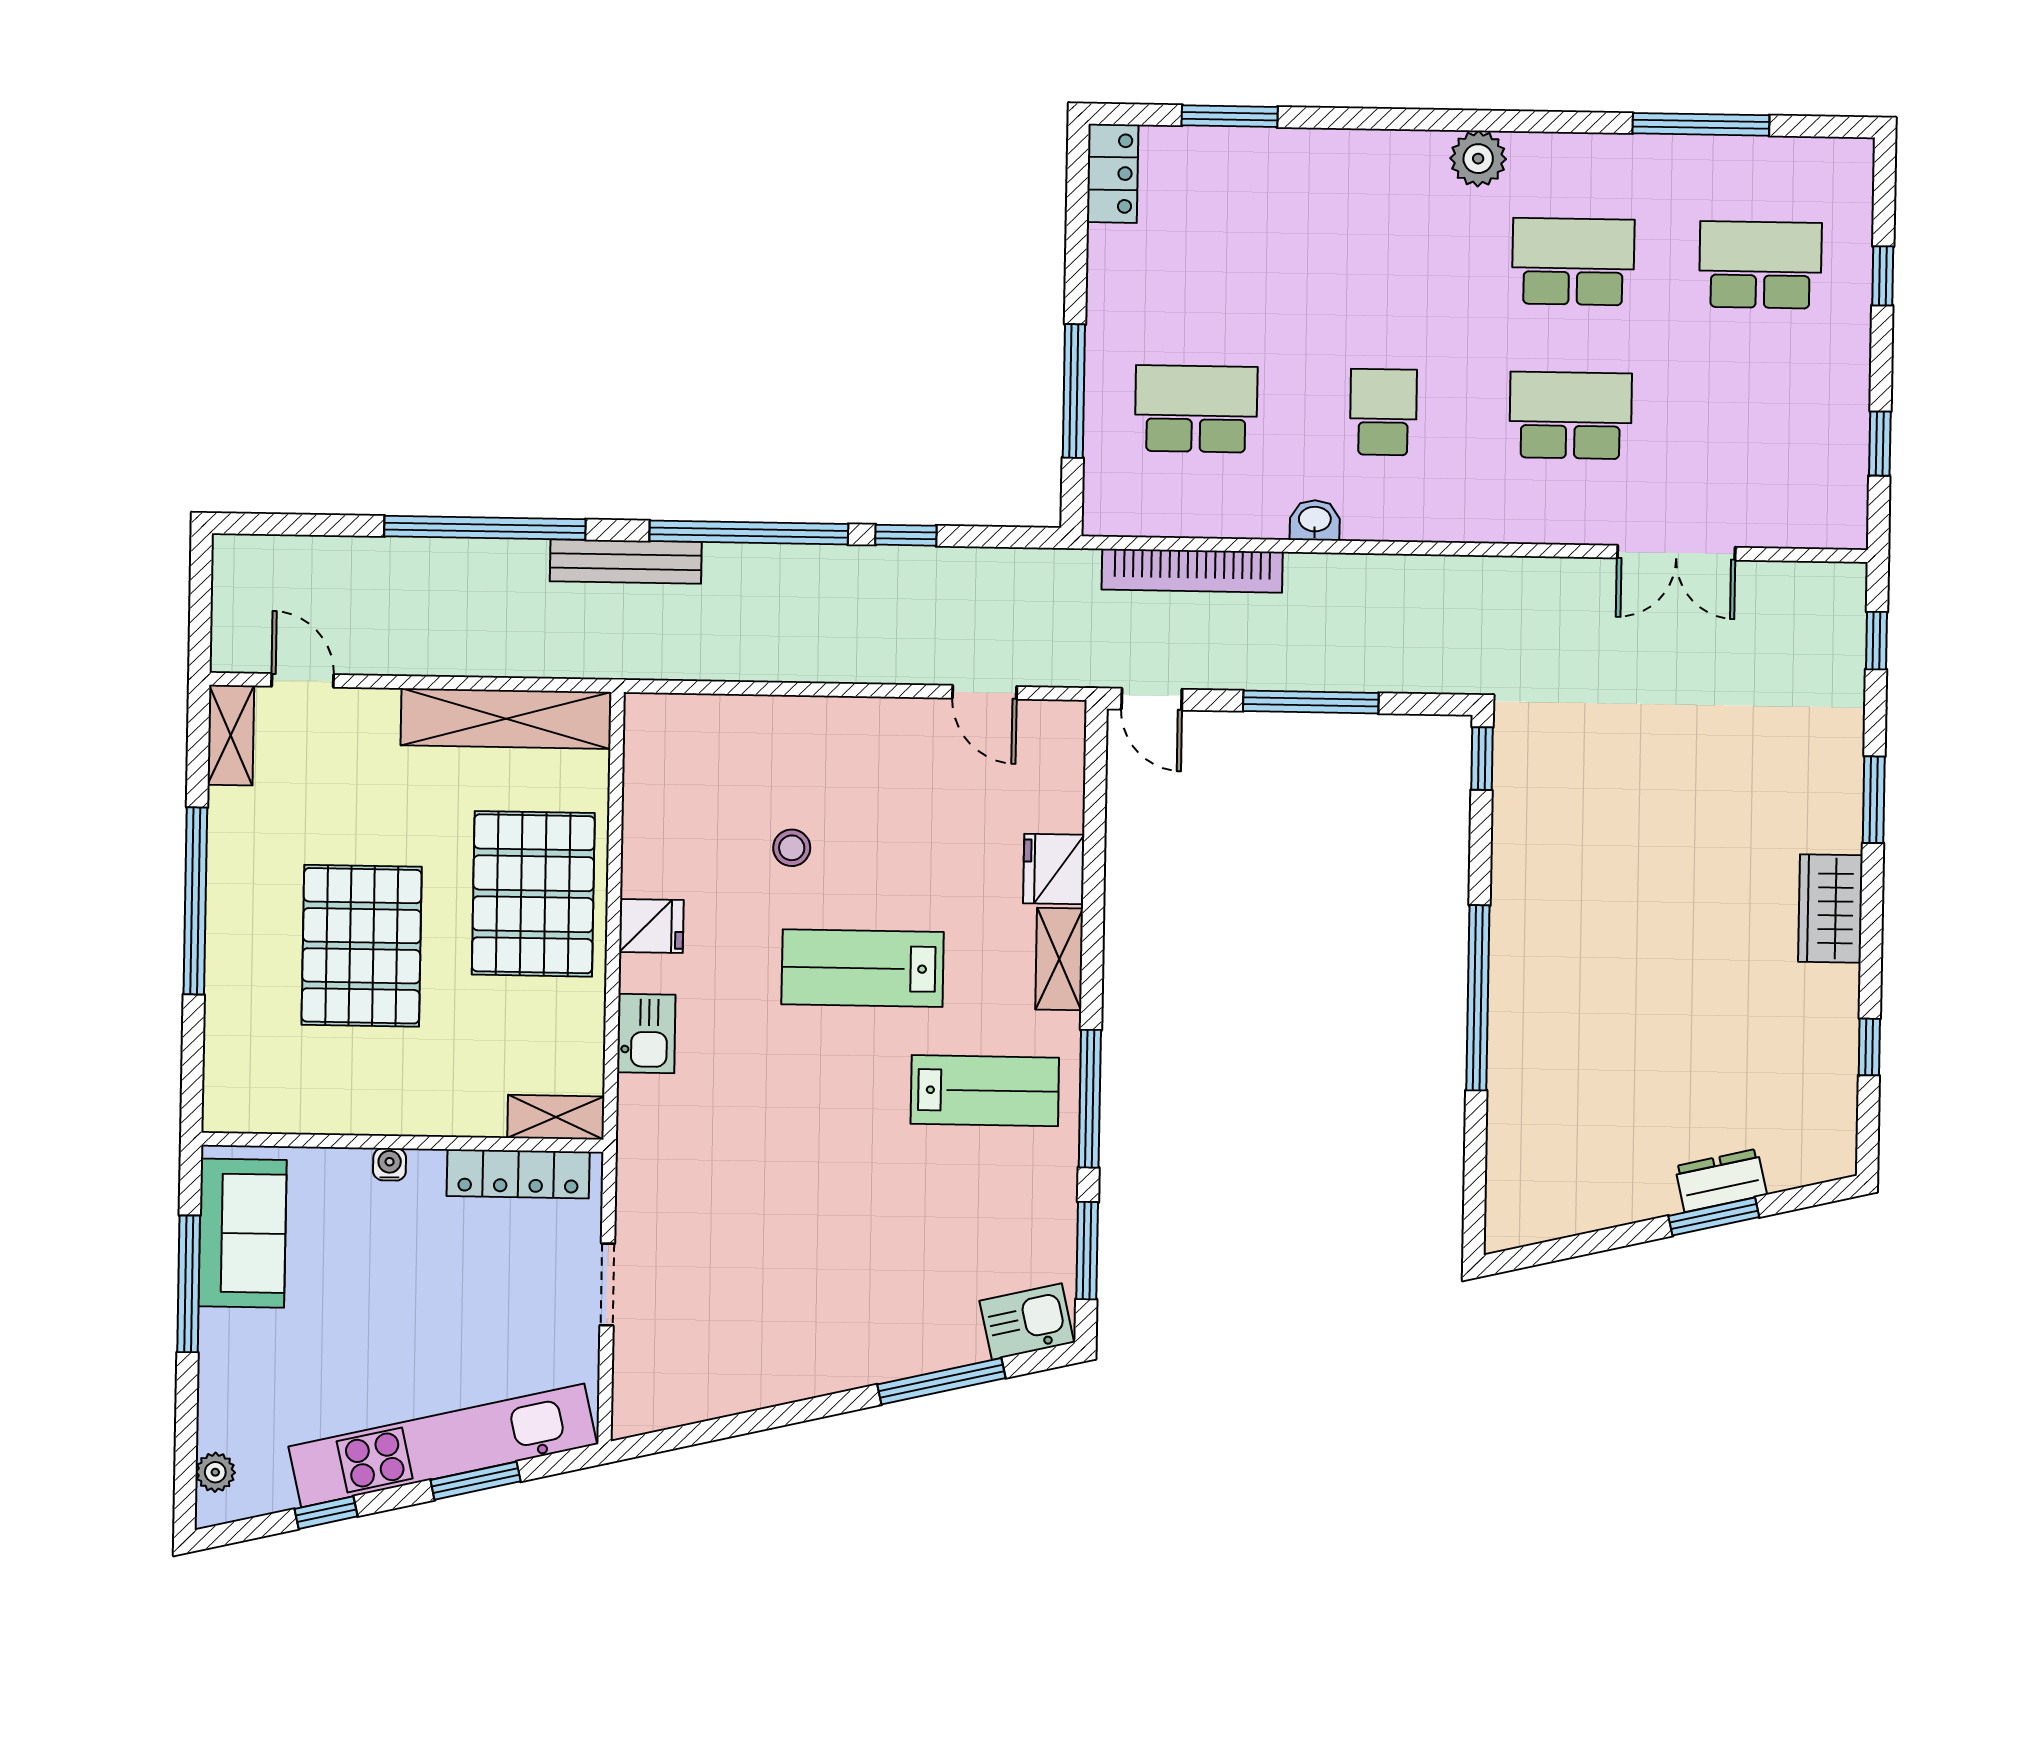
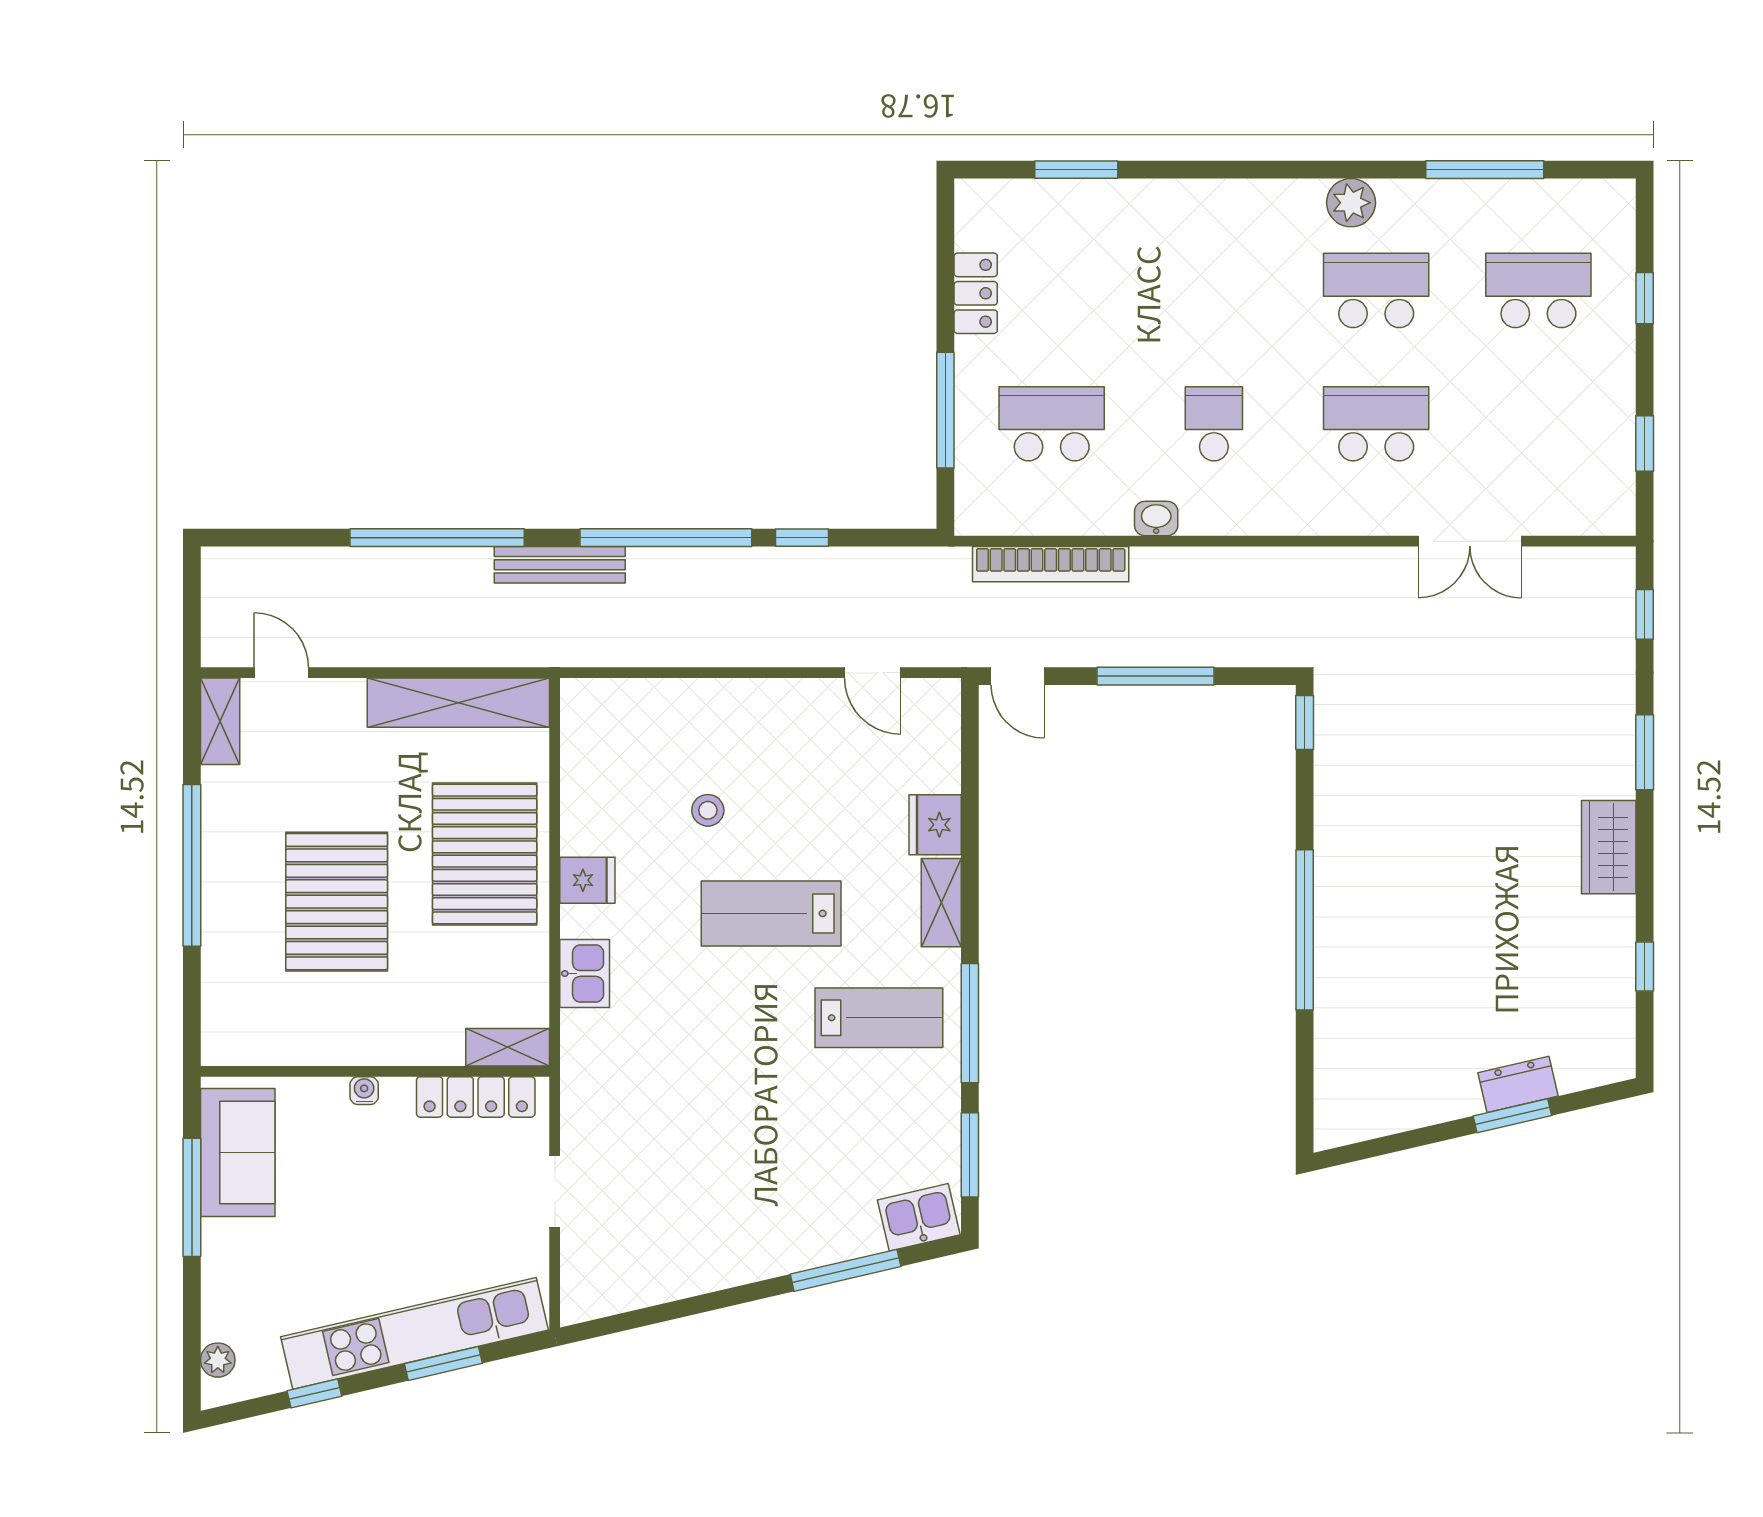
plant: (1478, 159) -> (1351, 203), moved
locker: (1113, 173) -> (976, 293), moved

